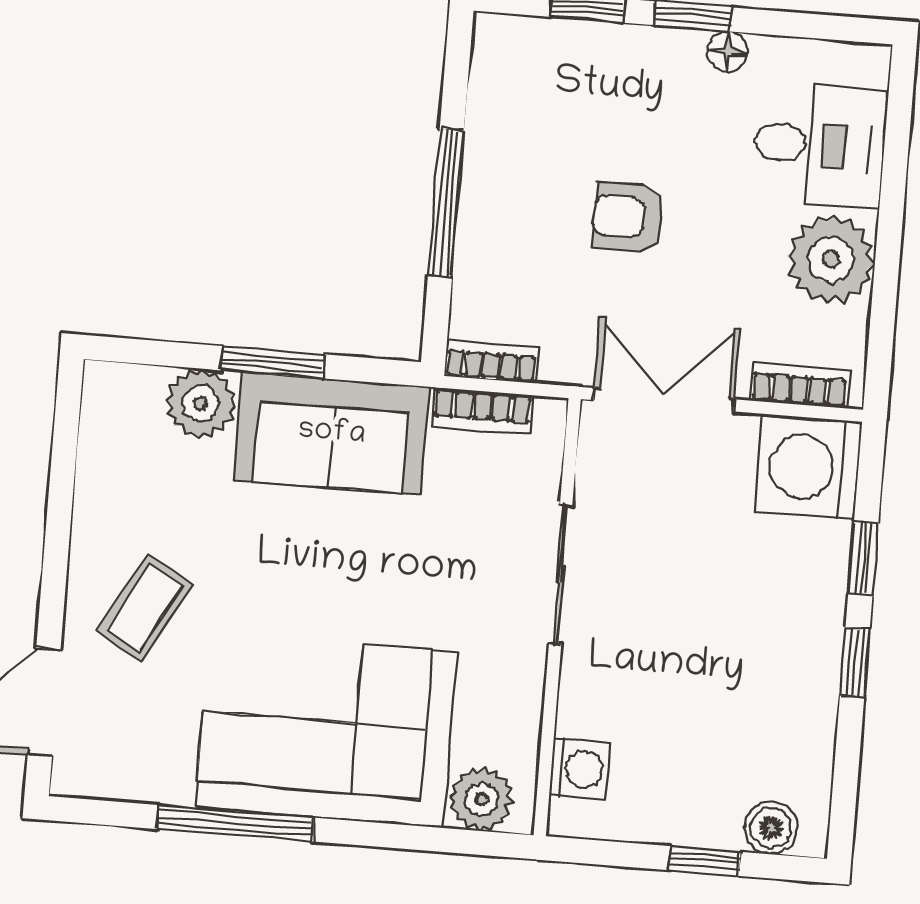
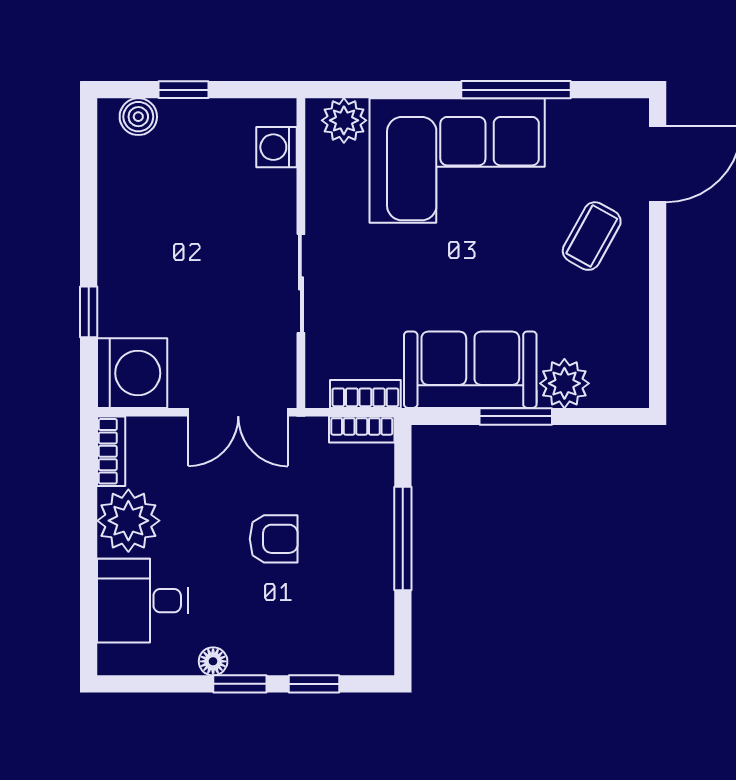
bookcase: (799, 385) -> (111, 451), moved, turned -90
window: (855, 662) -> (89, 238), removed

